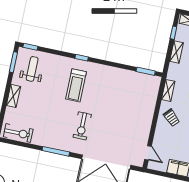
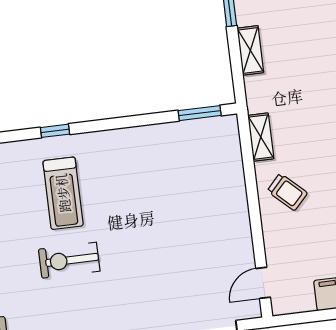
exercise bike: (82, 126) -> (69, 260), moved, turned 90
door: (148, 153) -> (263, 283), swing flipped

